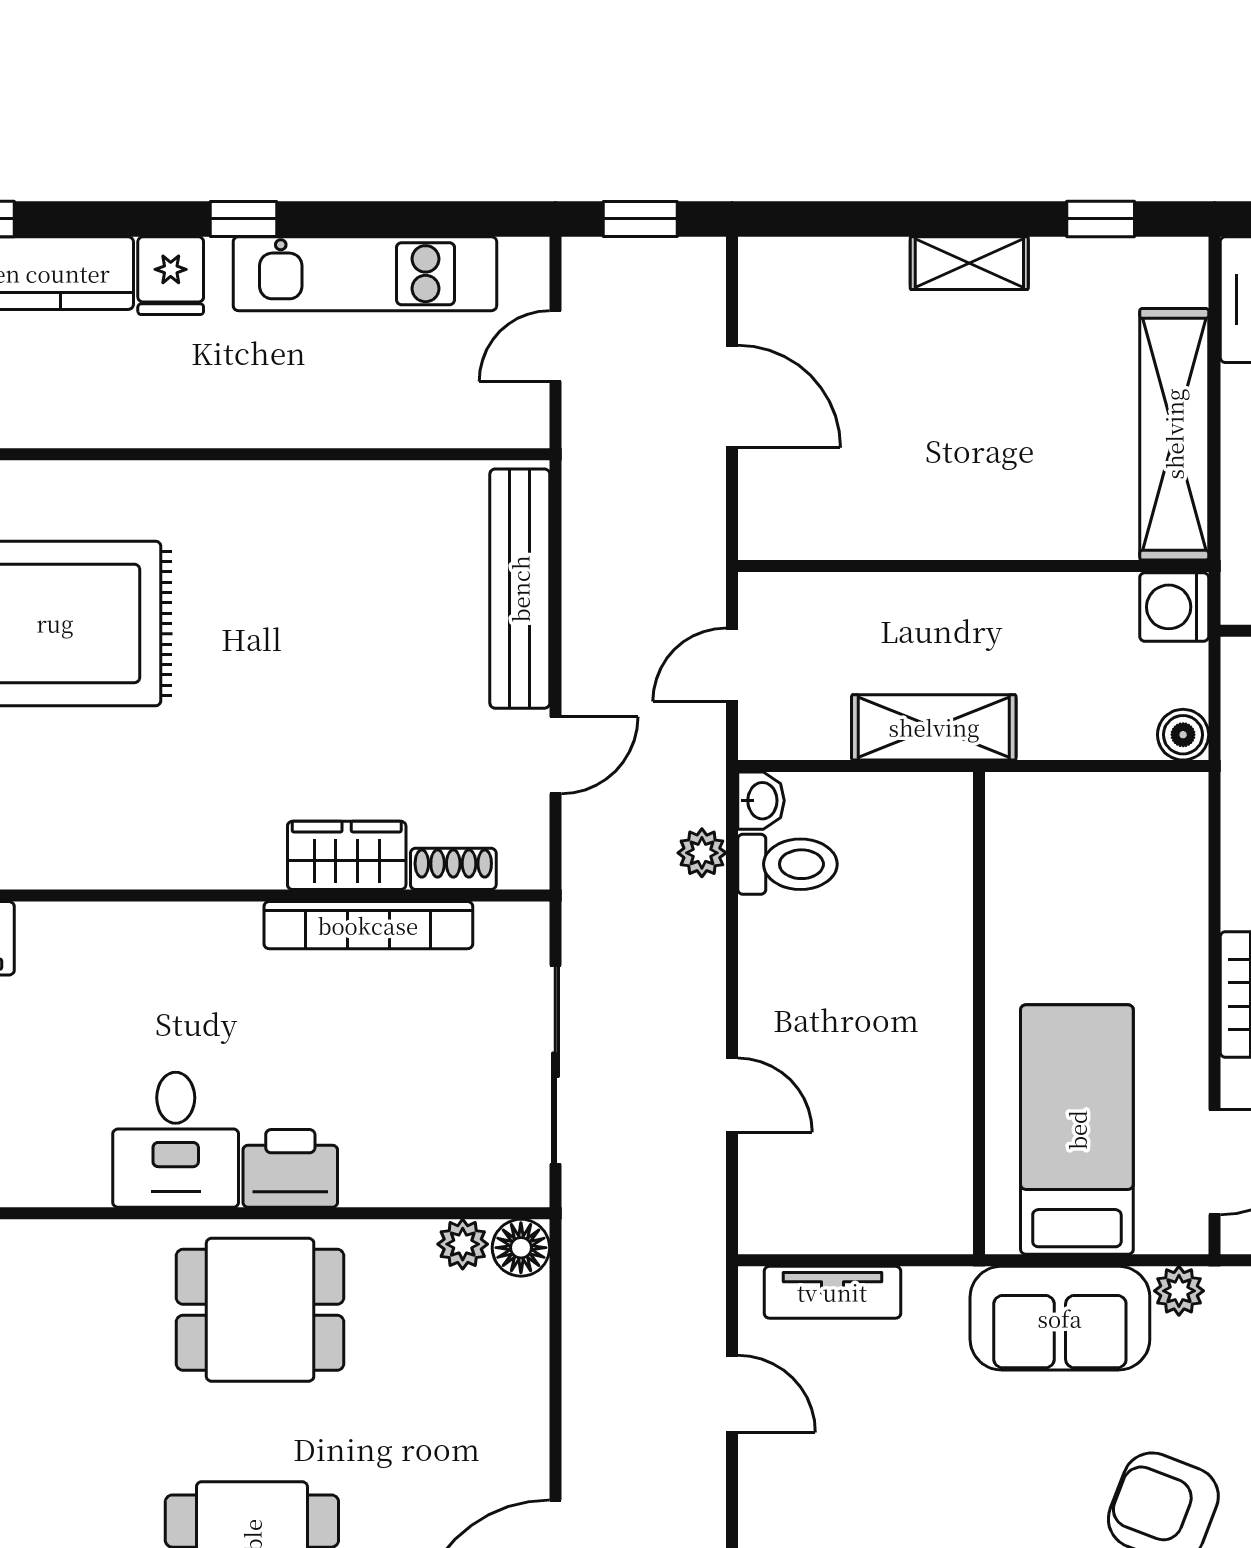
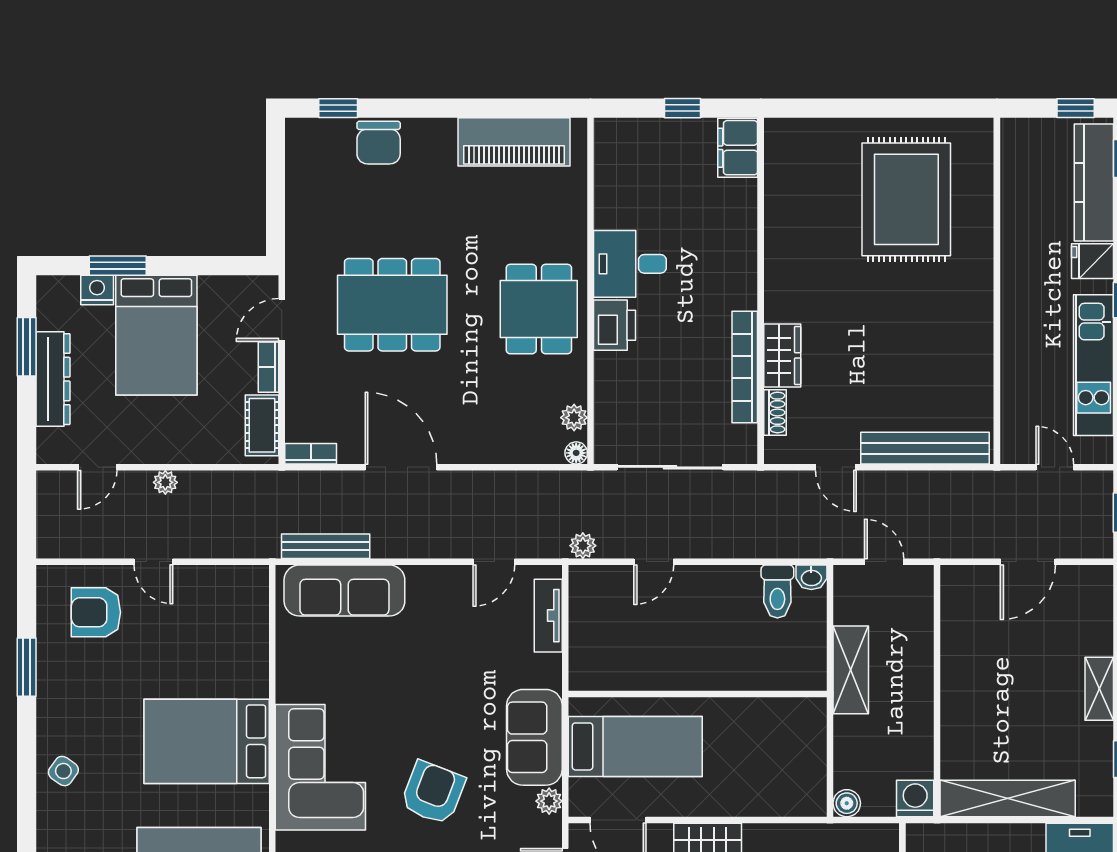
plant: (702, 853) -> (583, 546), moved
floor lamp: (521, 1248) -> (576, 453), width x0.73, depth x0.73

